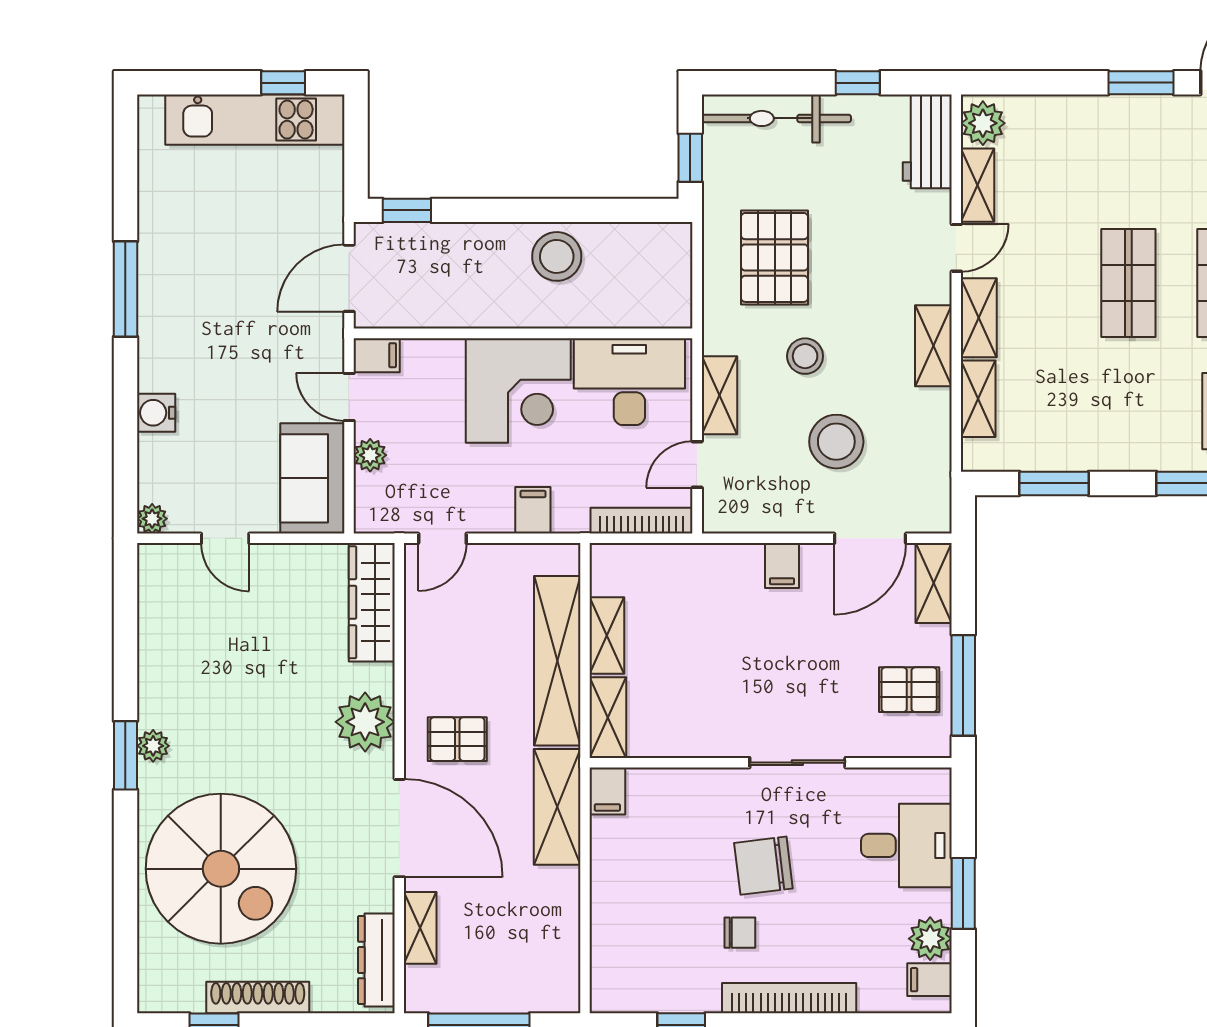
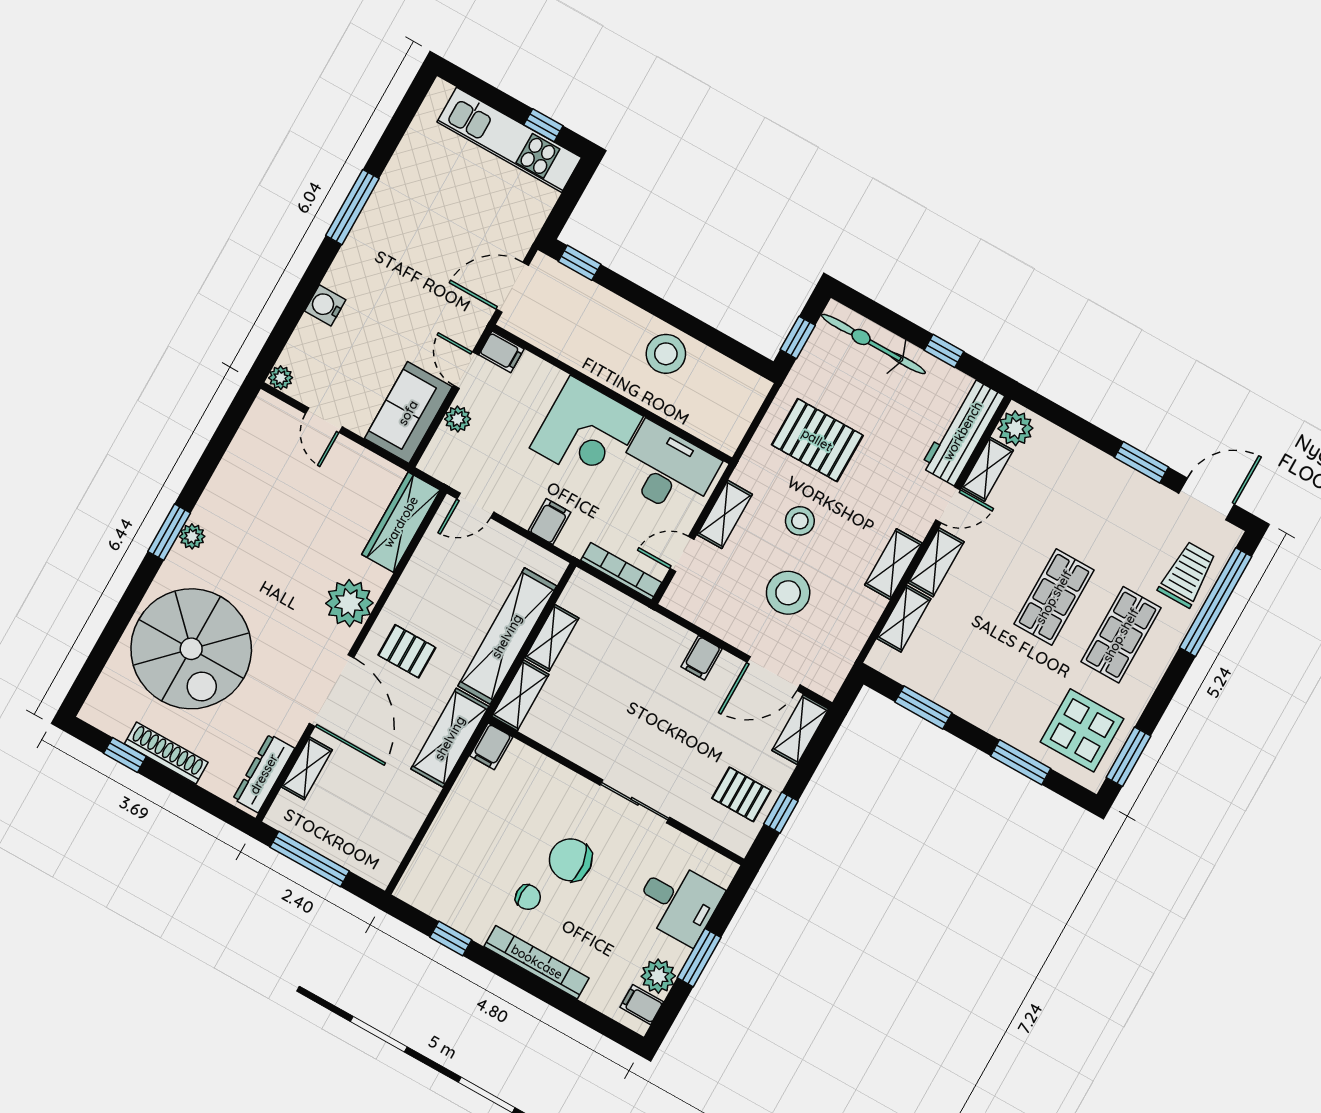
workbench: (927, 141) -> (963, 431), width x1.38
pallet: (775, 257) -> (817, 440), turned 90
window: (963, 685) -> (781, 813), width x0.46

